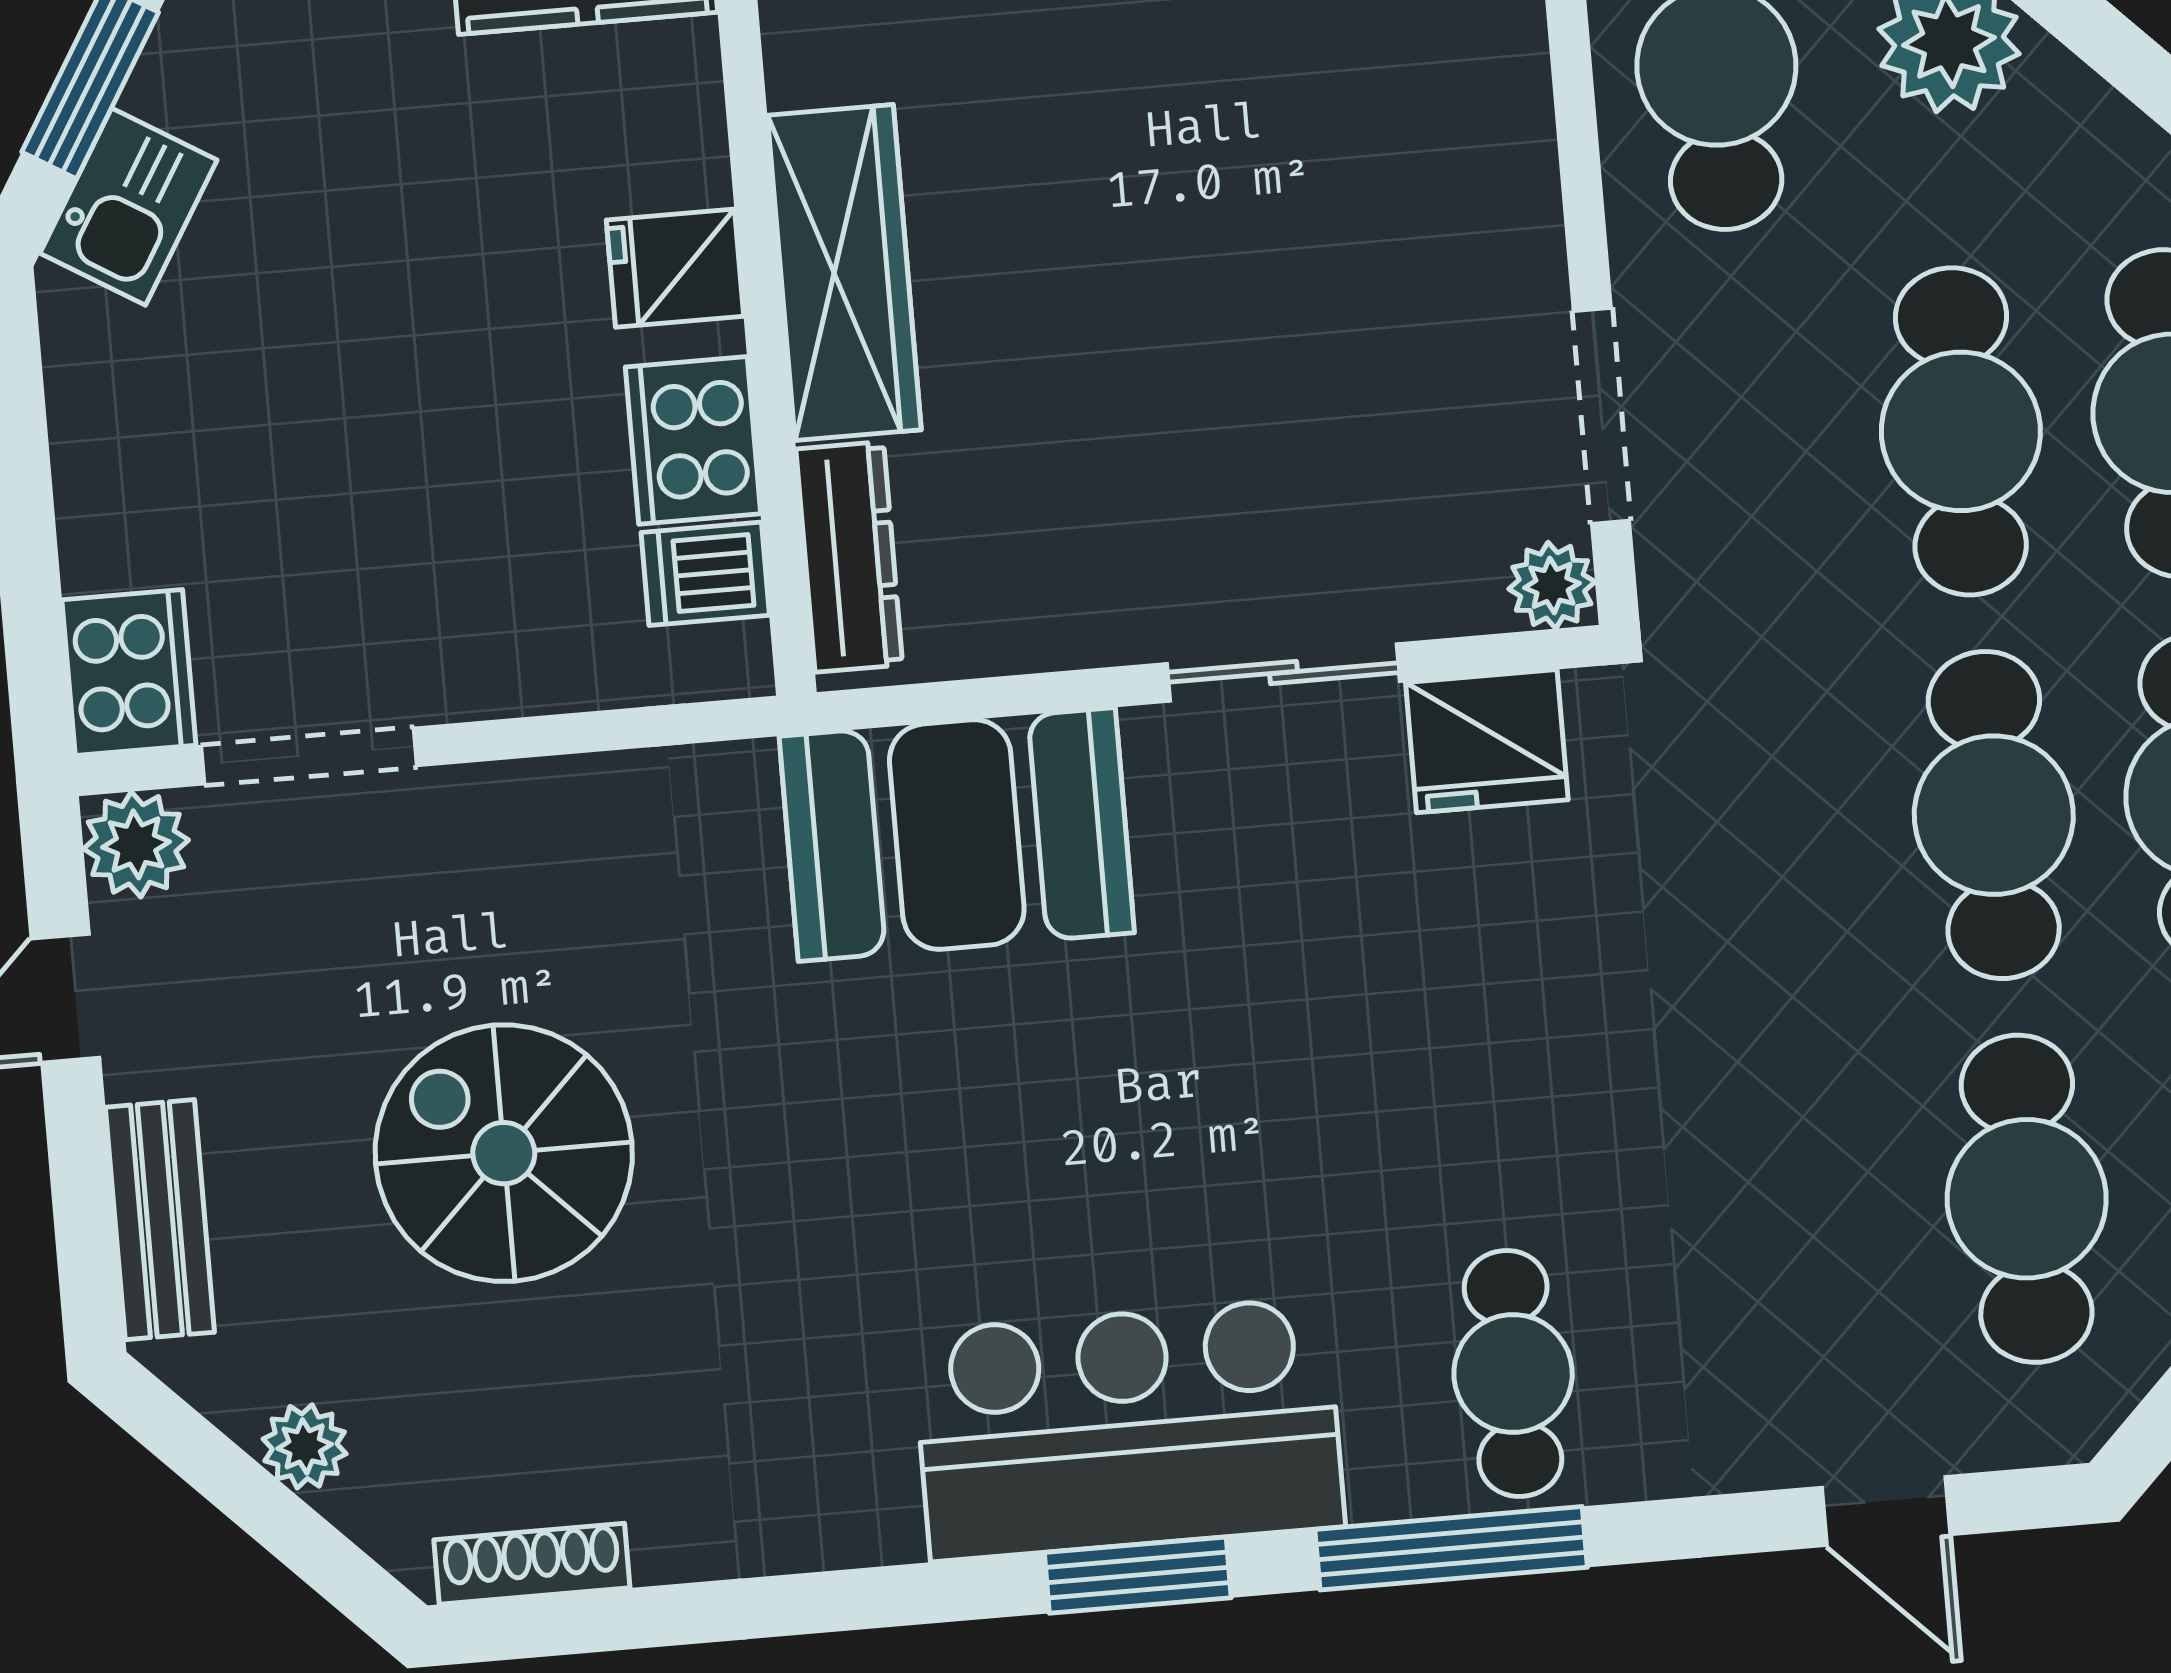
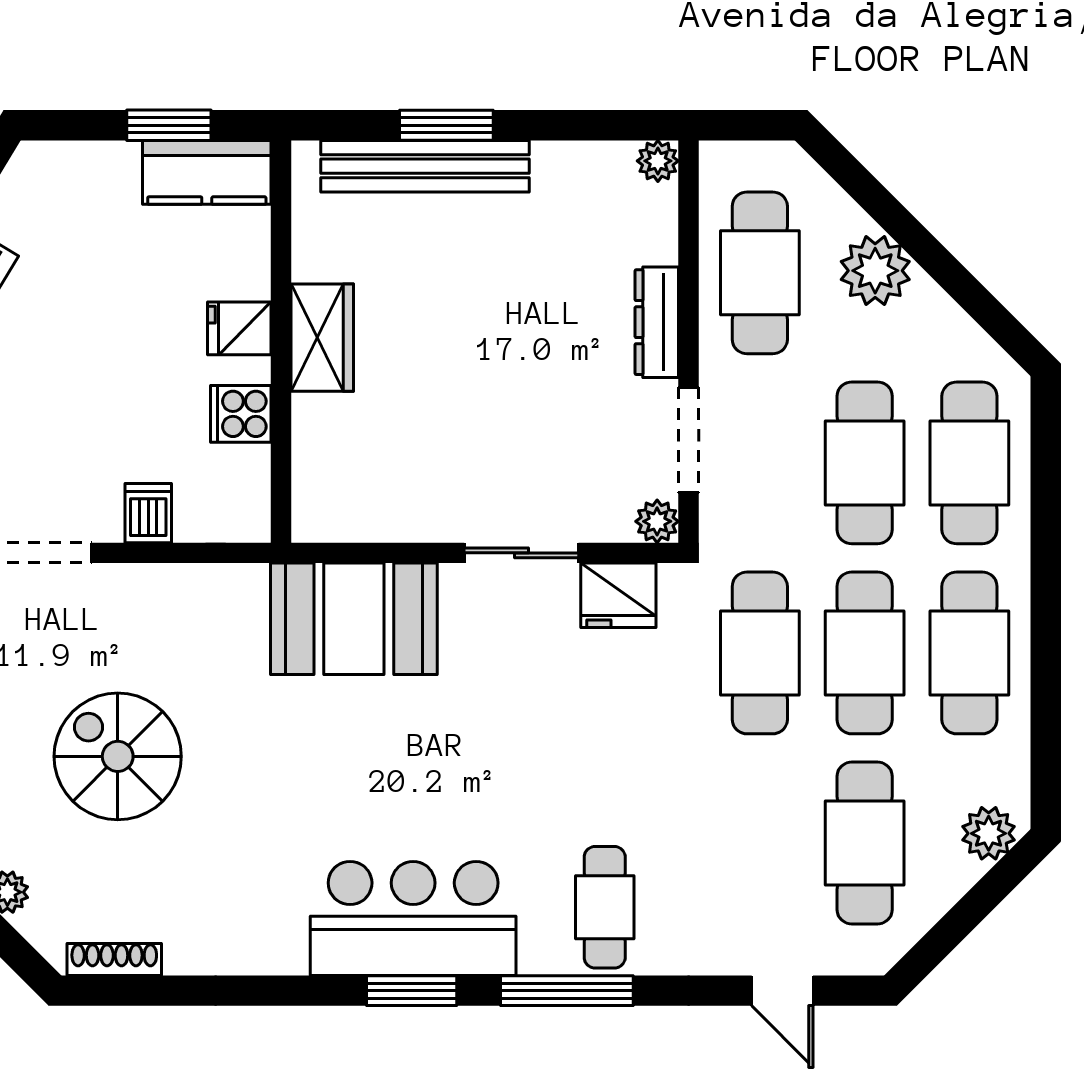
wardrobe: (844, 273) -> (322, 338), width x0.67
cooker: (693, 440) -> (241, 414), width x0.73
dresser: (849, 557) -> (657, 322), moved, turned 180
dishwasher: (705, 574) -> (148, 513), moved, turned 90
cafe table: (1782, 833) -> (760, 653), added

